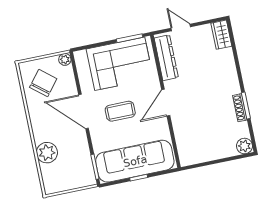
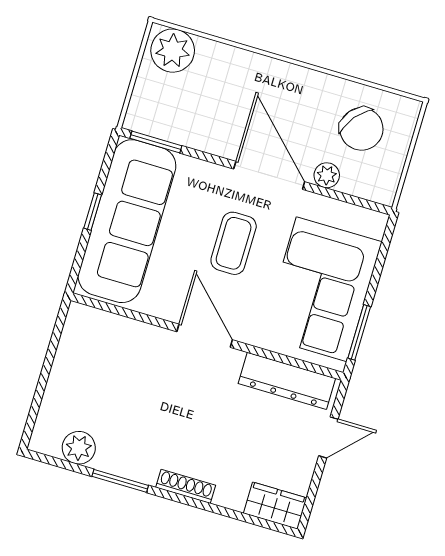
plant: (65, 59) -> (327, 175), moved
shoe rack: (240, 108) -> (186, 486), moved
door: (84, 111) -> (269, 175), hinge flipped
plant: (244, 146) -> (79, 448), moved
plant: (47, 153) -> (173, 51), moved

